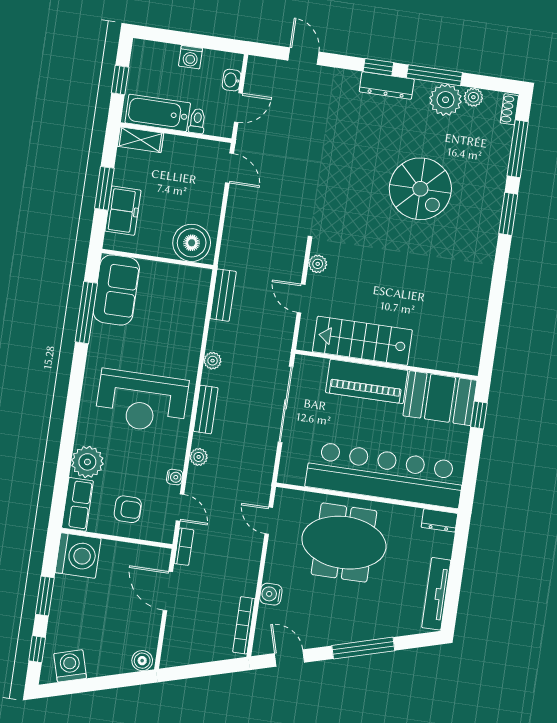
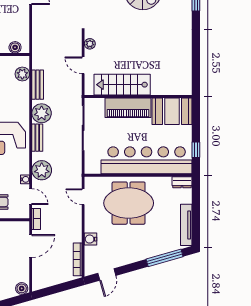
boiler: (192, 243) -> (15, 47), width x0.54, depth x0.54
bench: (223, 295) -> (38, 85), moved
plant: (196, 298) -> (22, 74), added
plant: (213, 361) -> (42, 113), width x1.87, depth x1.87
window: (479, 415) -> (196, 150), moved
plant: (199, 457) -> (42, 170), width x1.87, depth x1.87
door: (168, 591) -> (31, 246), swing flipped
window: (363, 648) -> (165, 258), moved
door: (289, 658) -> (107, 274), swing flipped

